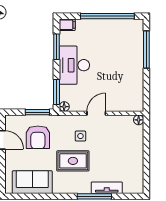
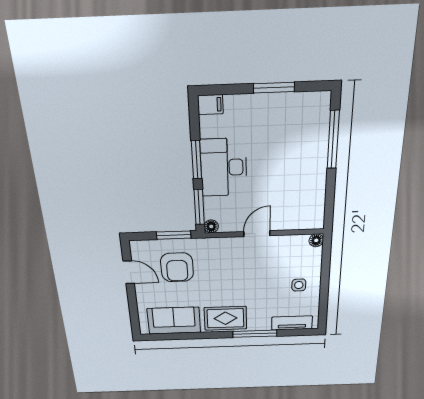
window: (107, 16) -> (274, 88), width x0.47
window: (56, 47) -> (197, 160), moved
side table: (80, 136) -> (299, 285), moved
rug: (73, 161) -> (225, 318), moved
tv unit: (107, 188) -> (292, 323), moved

